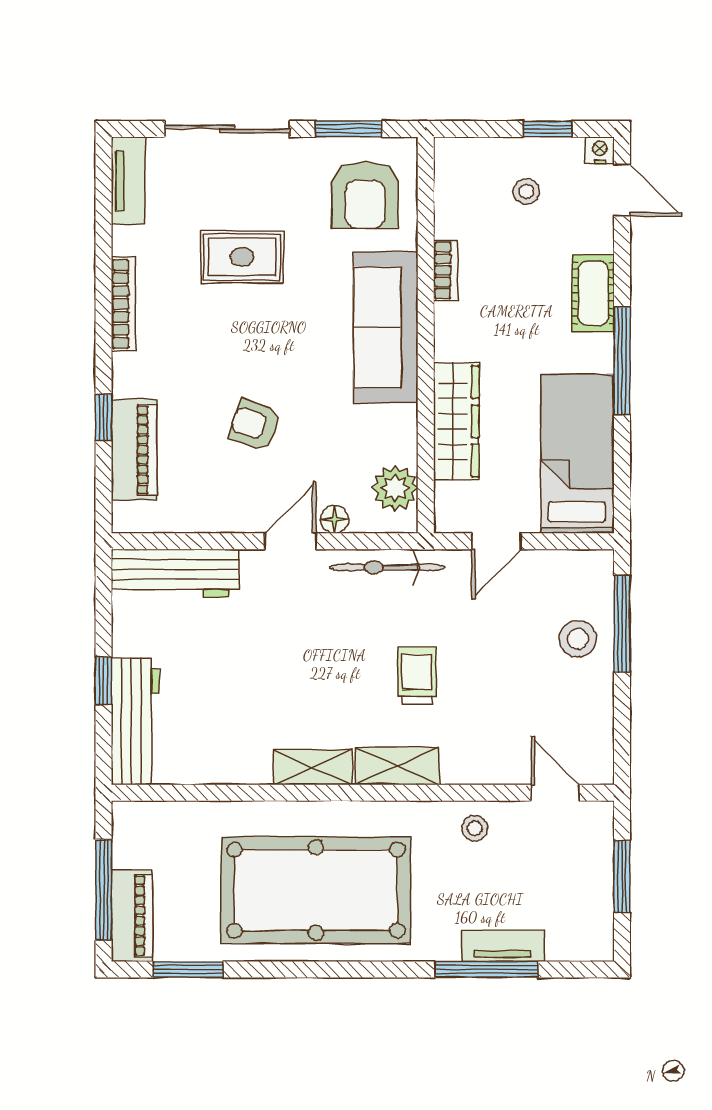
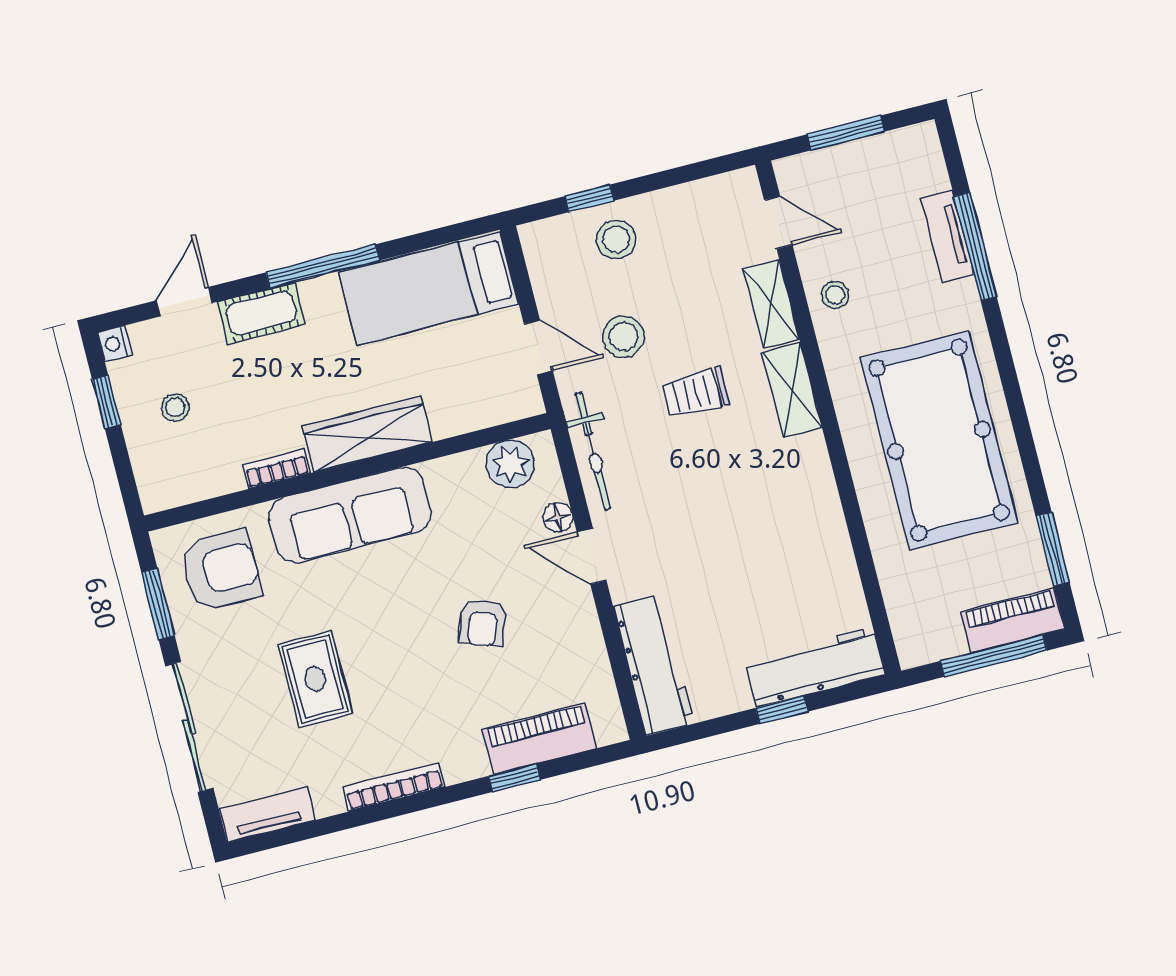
door: (622, 190) -> (184, 302), moved
wardrobe: (456, 421) -> (367, 434), moved
stool: (486, 623) -> (624, 337), added
window: (622, 624) -> (589, 198), width x0.46
shelving: (313, 767) -> (771, 304), moved
door: (555, 793) -> (778, 223), swing flipped

